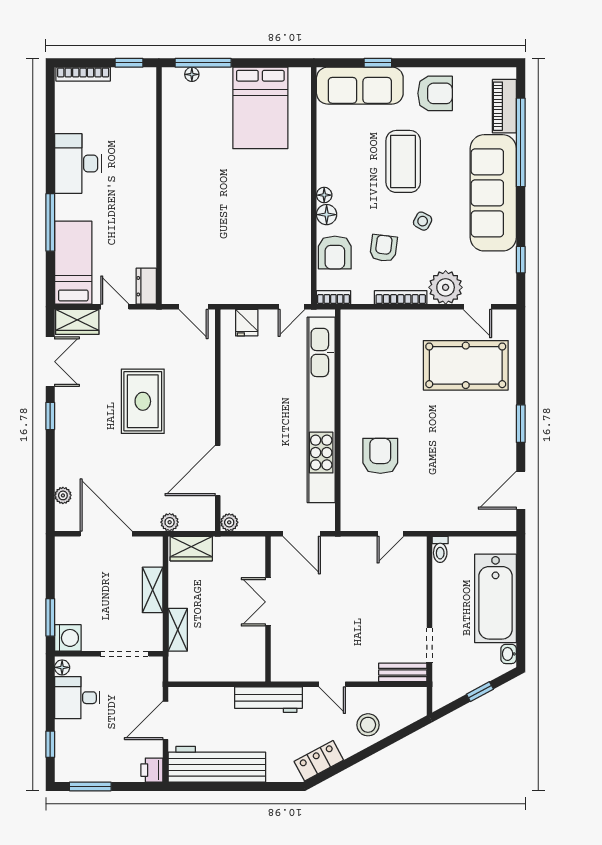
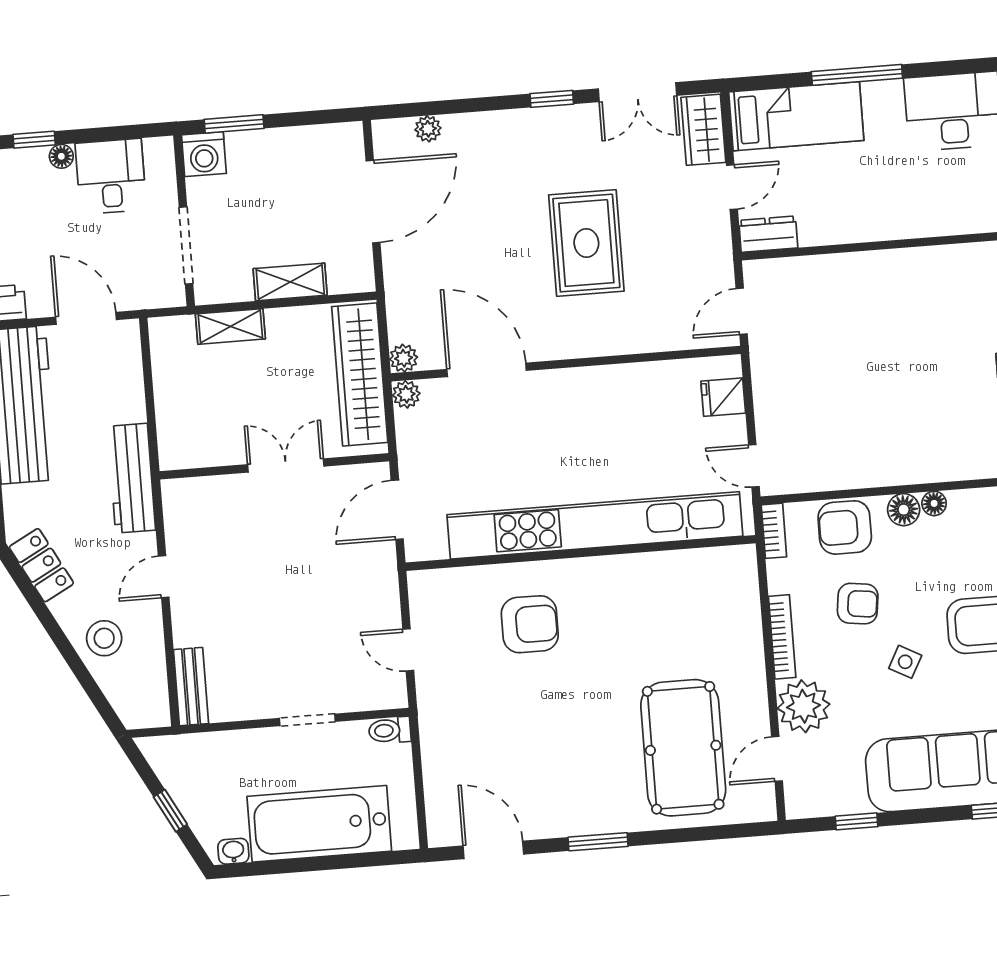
rug: (143, 401) -> (586, 243), turned 90
plant: (170, 522) -> (404, 358), moved
wardrobe: (191, 549) -> (360, 374), width x2.10, depth x1.17
doorway: (430, 645) -> (307, 720), moved
floor lamp: (62, 667) -> (61, 156), moved

